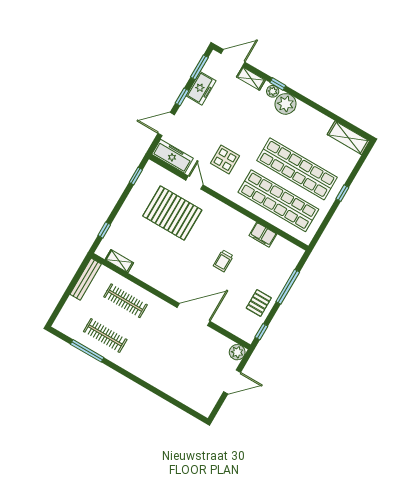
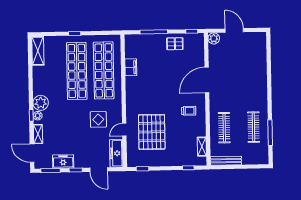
trolley: (223, 261) -> (189, 111), moved
door: (194, 314) -> (207, 80), hinge flipped

